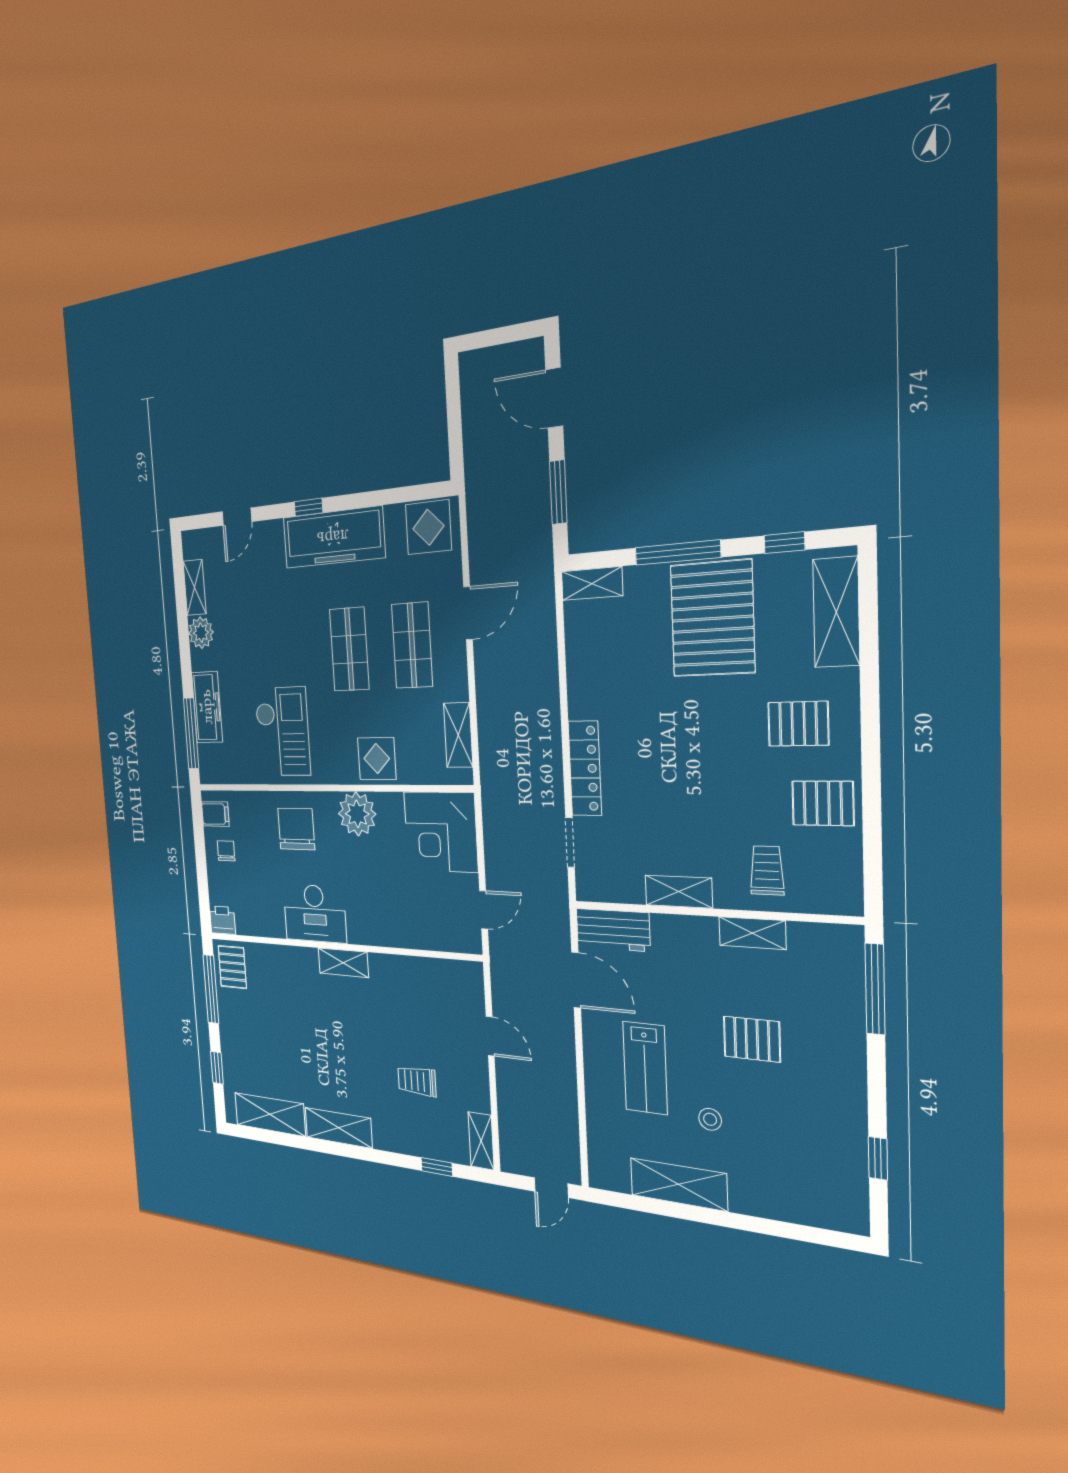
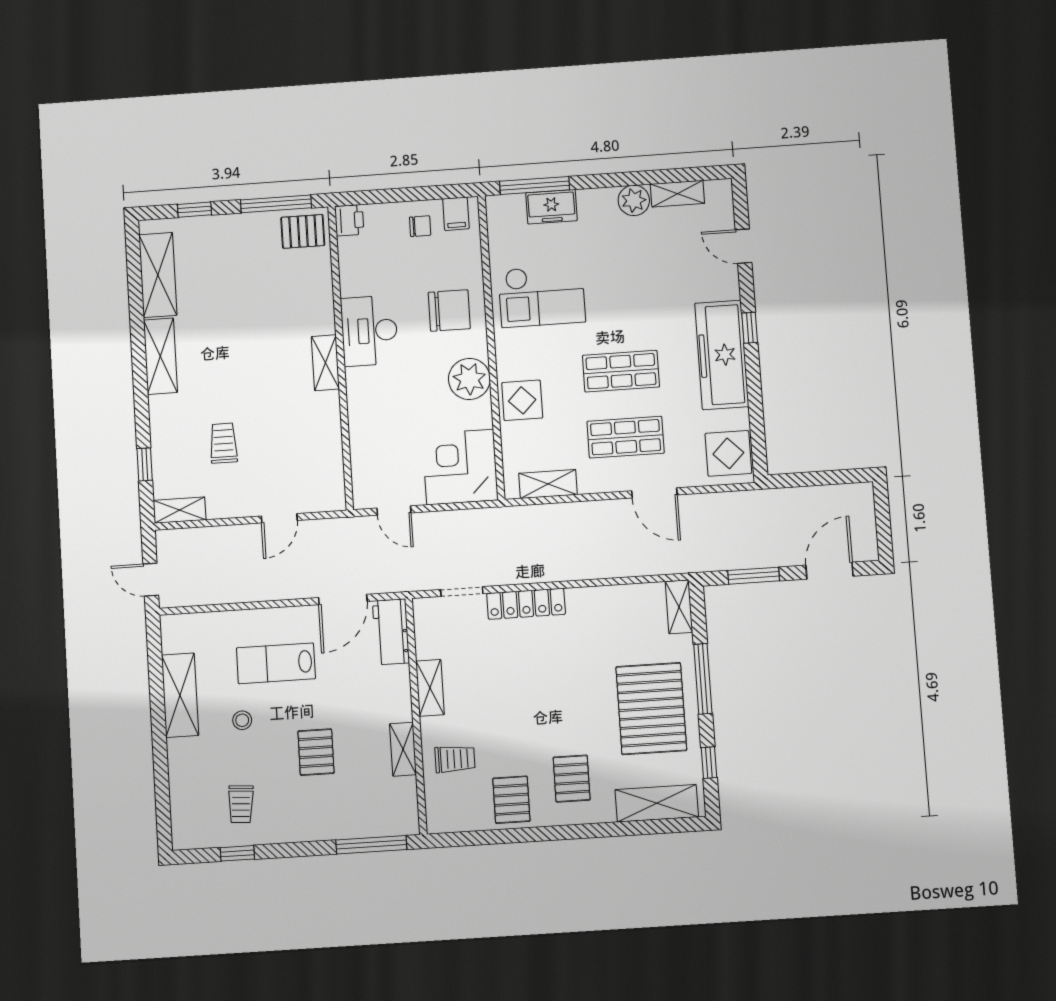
pallet: (712, 619) -> (651, 709), turned 90
freezer: (207, 707) -> (551, 207), width x0.71
trolley: (814, 1141) -> (241, 804), added

